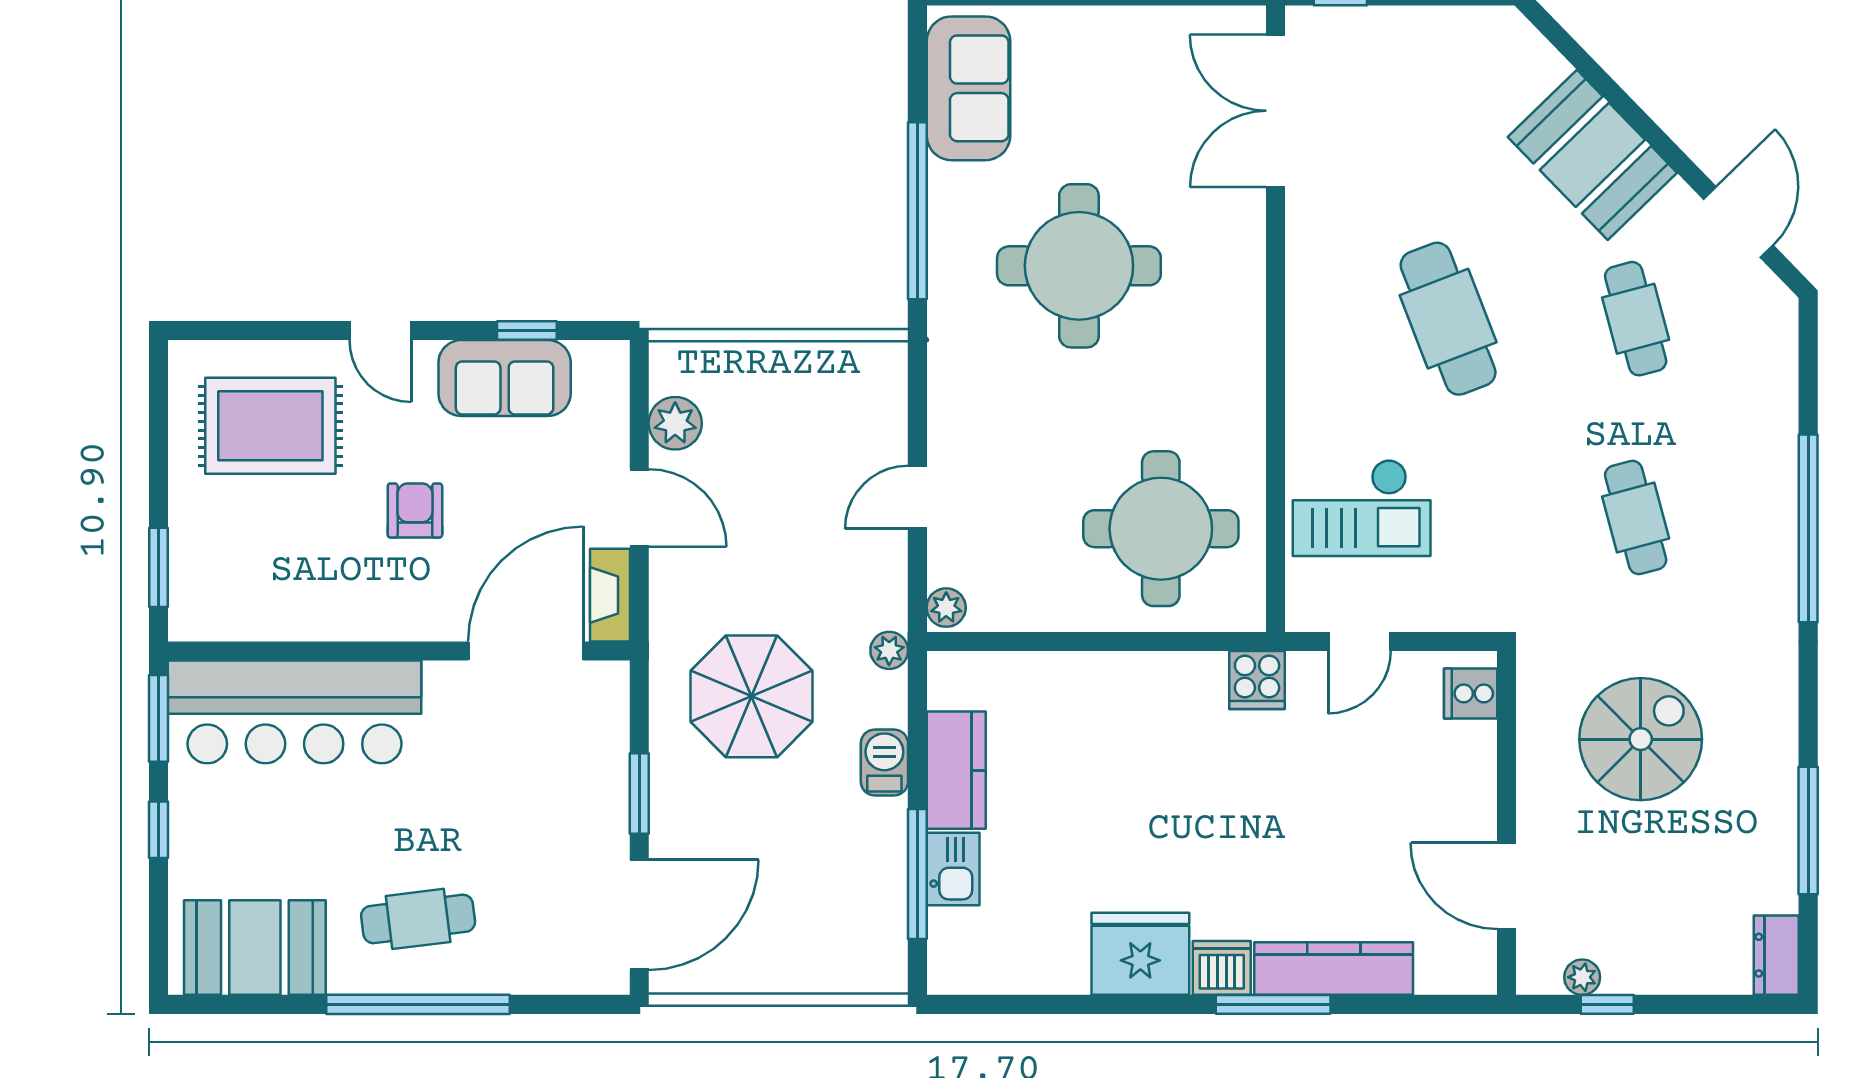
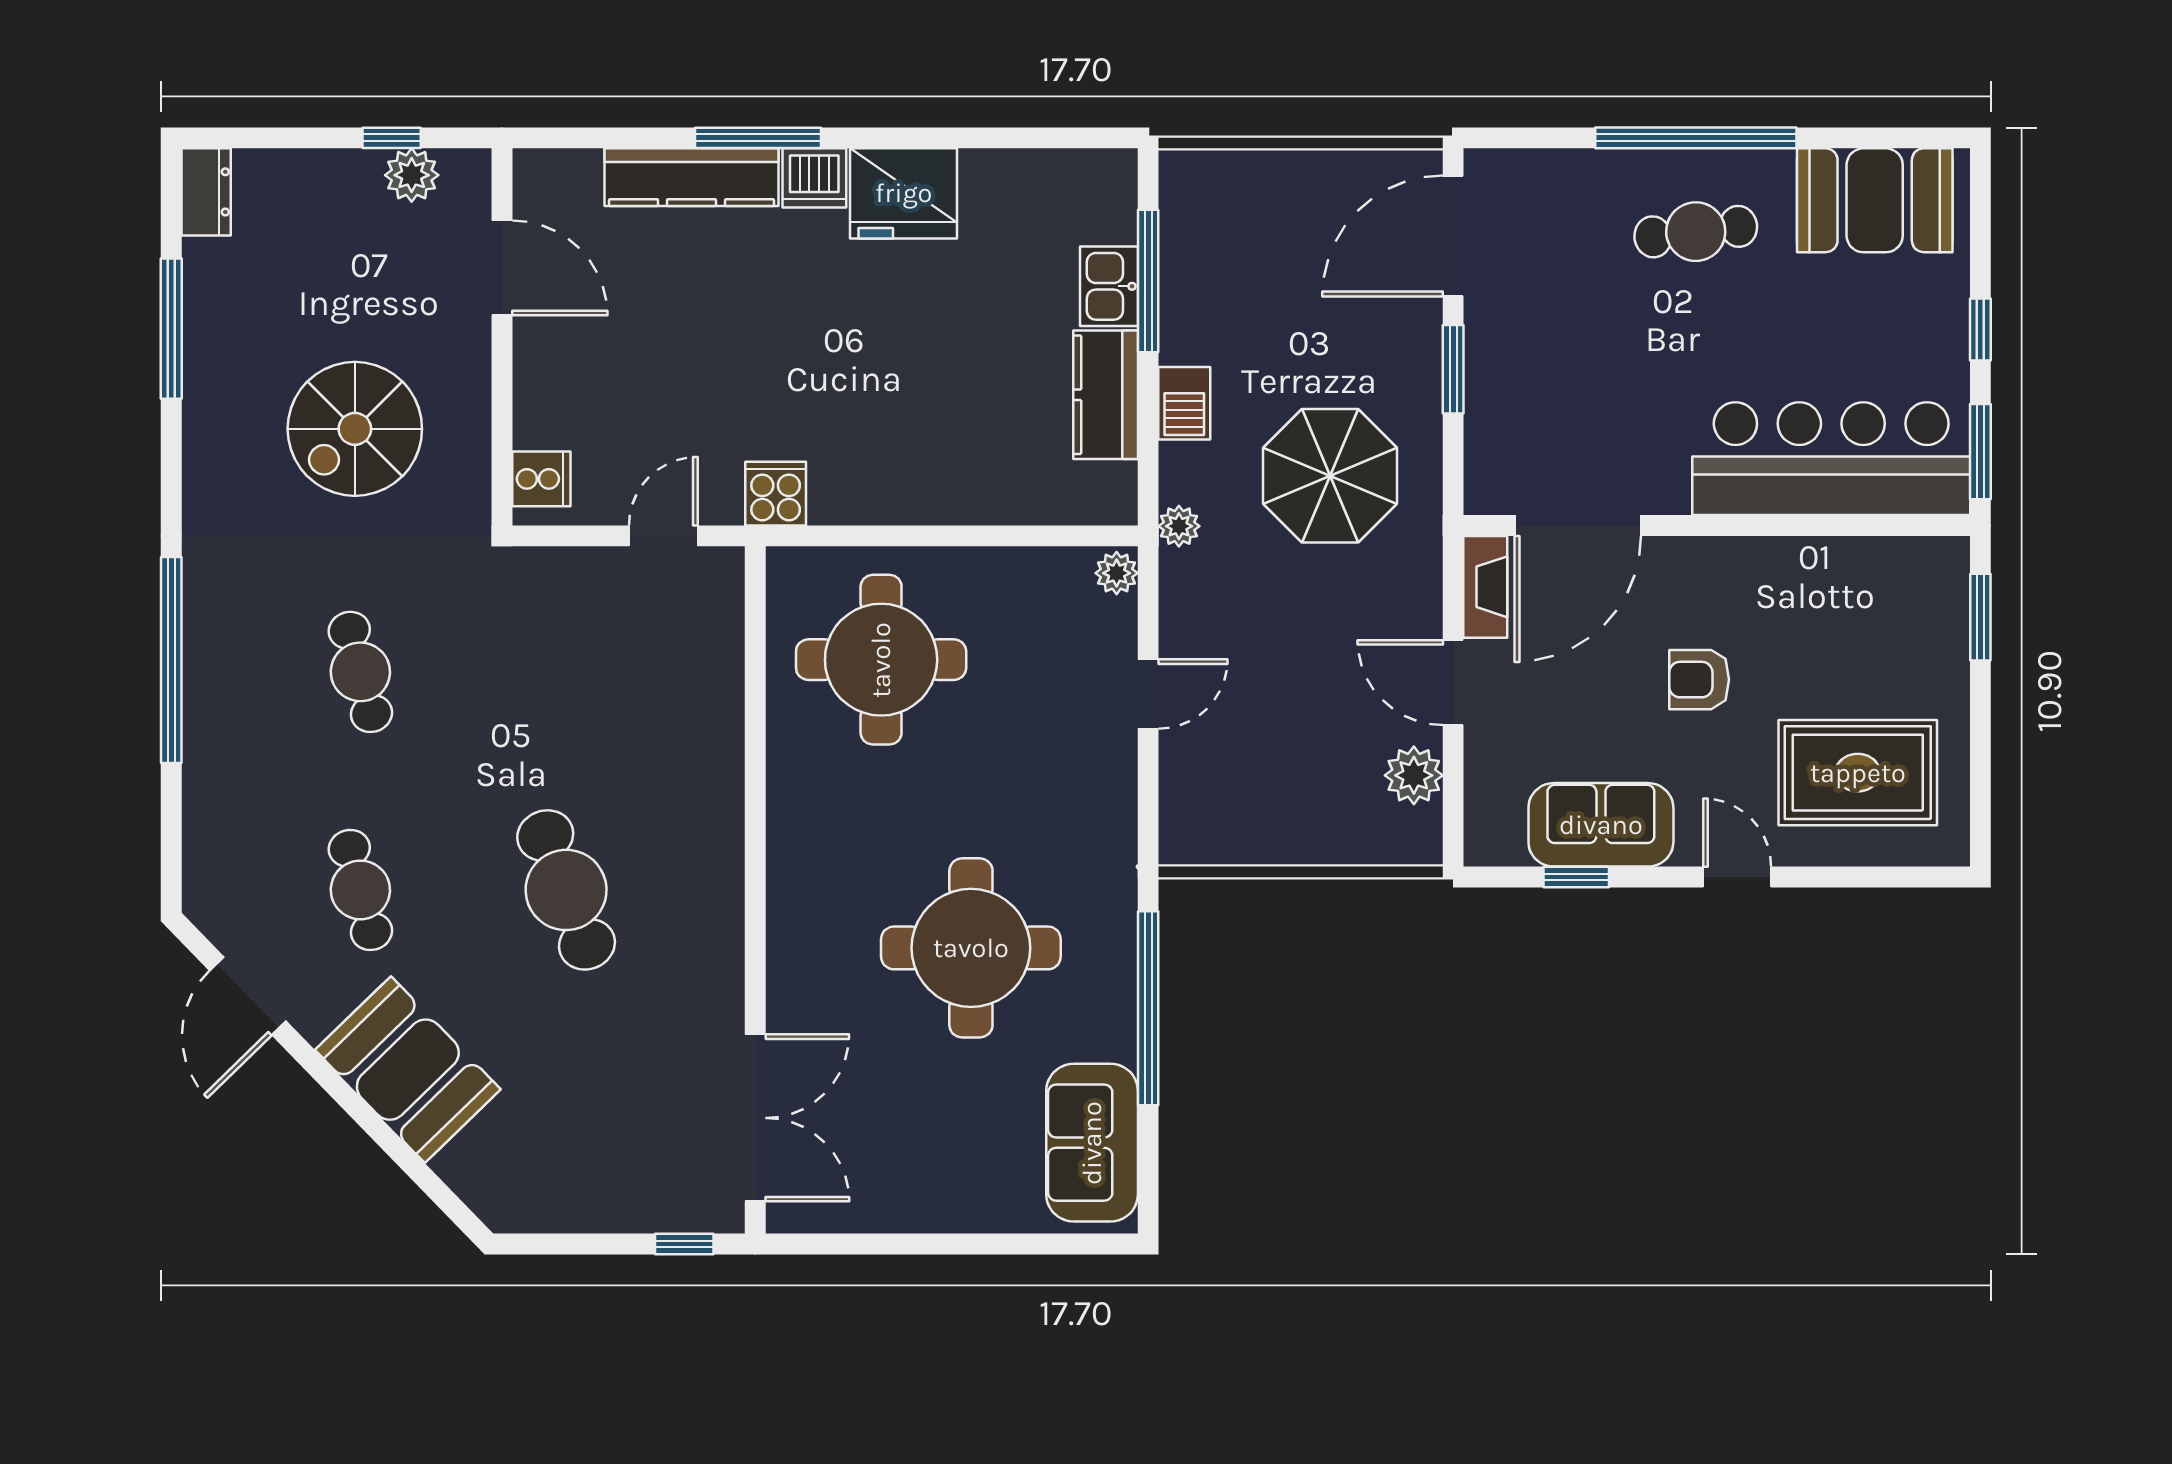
checkout: (1362, 508) -> (661, 682), removed
armchair: (415, 510) -> (1699, 680), turned 90
plant: (1582, 977) -> (412, 175), width x1.38, depth x1.38

